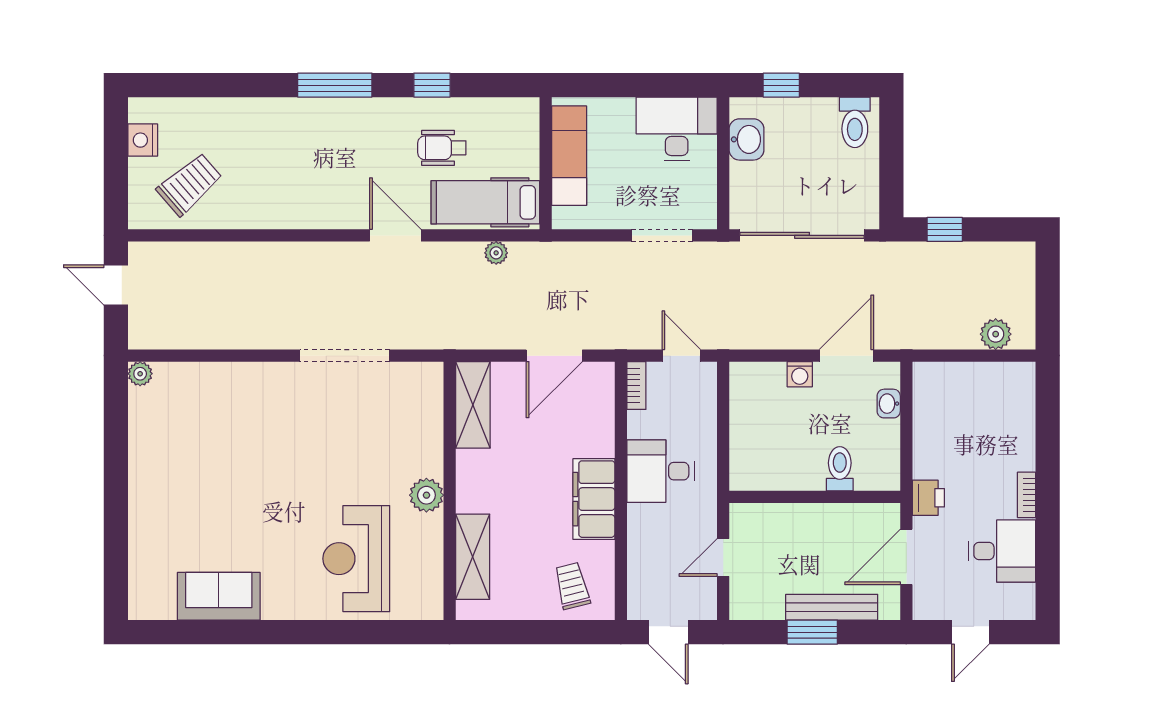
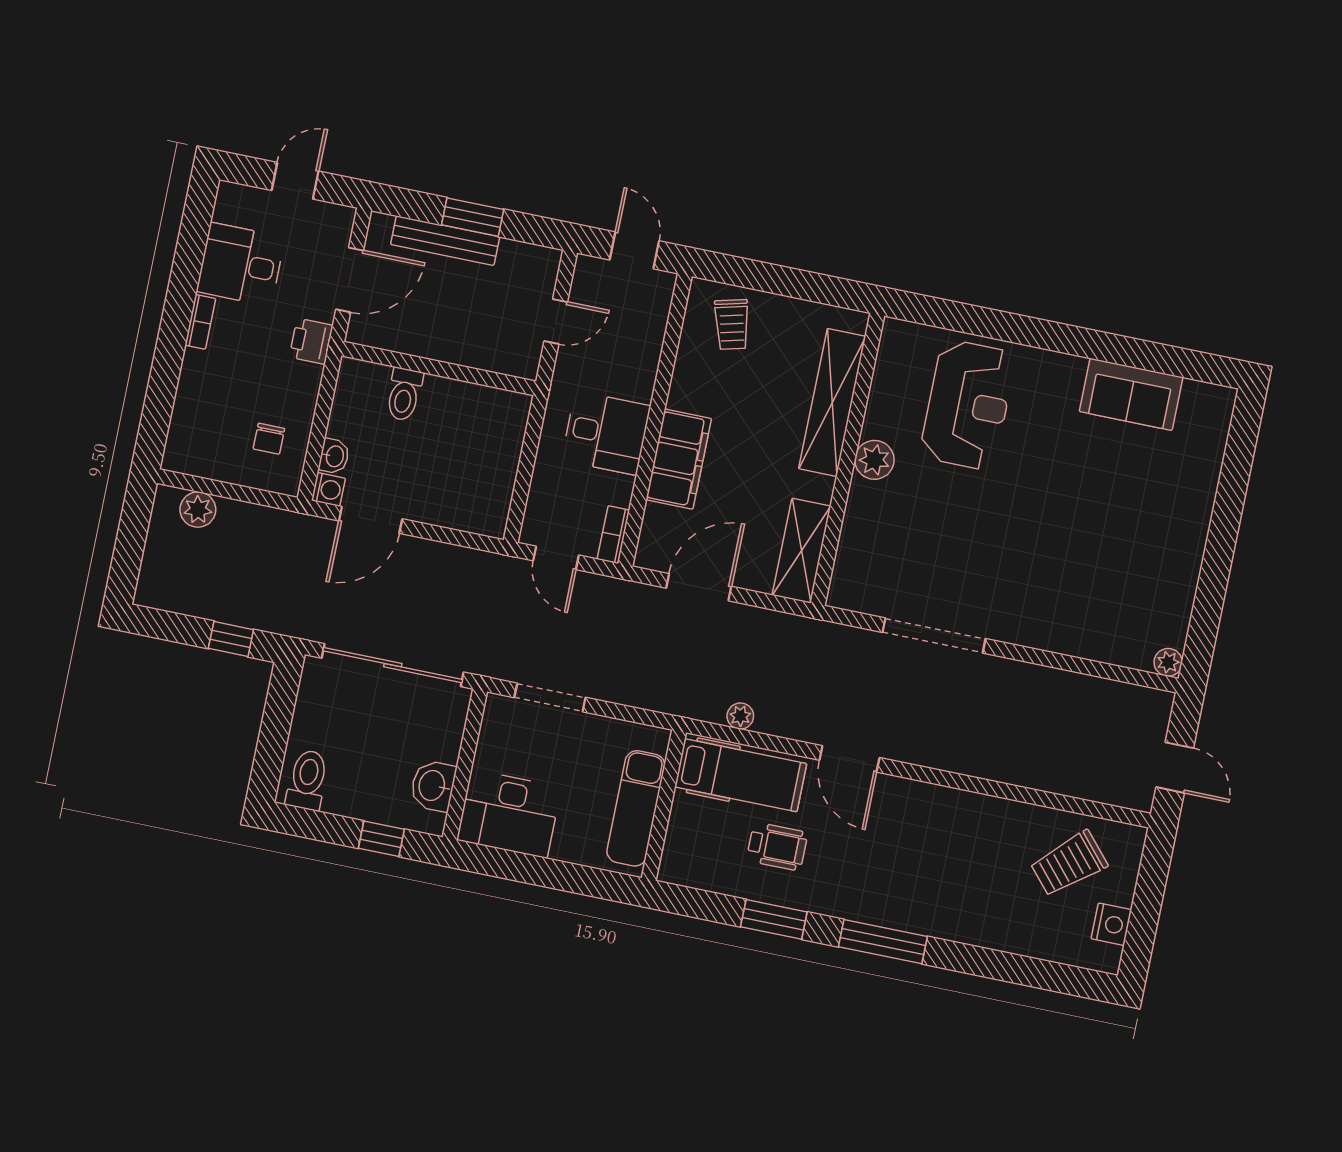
window: (432, 85) -> (774, 919), width x1.50
washing machine: (800, 374) -> (328, 489), moved, turned 90
chair: (948, 407) -> (269, 439), added
filing cabinet: (594, 499) -> (679, 459), moved
shelving: (473, 557) -> (832, 402), width x1.47

